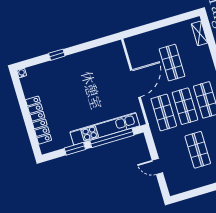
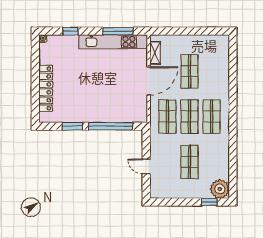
shelving: (199, 33) -> (155, 53), moved
window: (92, 44) -> (118, 31), added
window: (57, 55) -> (70, 31), moved
kitchen unit: (105, 129) -> (113, 42), moved, turned 180

